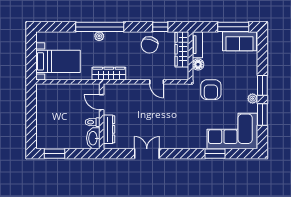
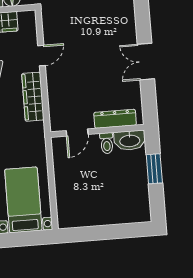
wardrobe: (109, 74) -> (33, 97), moved
window: (55, 154) -> (154, 169), moved

